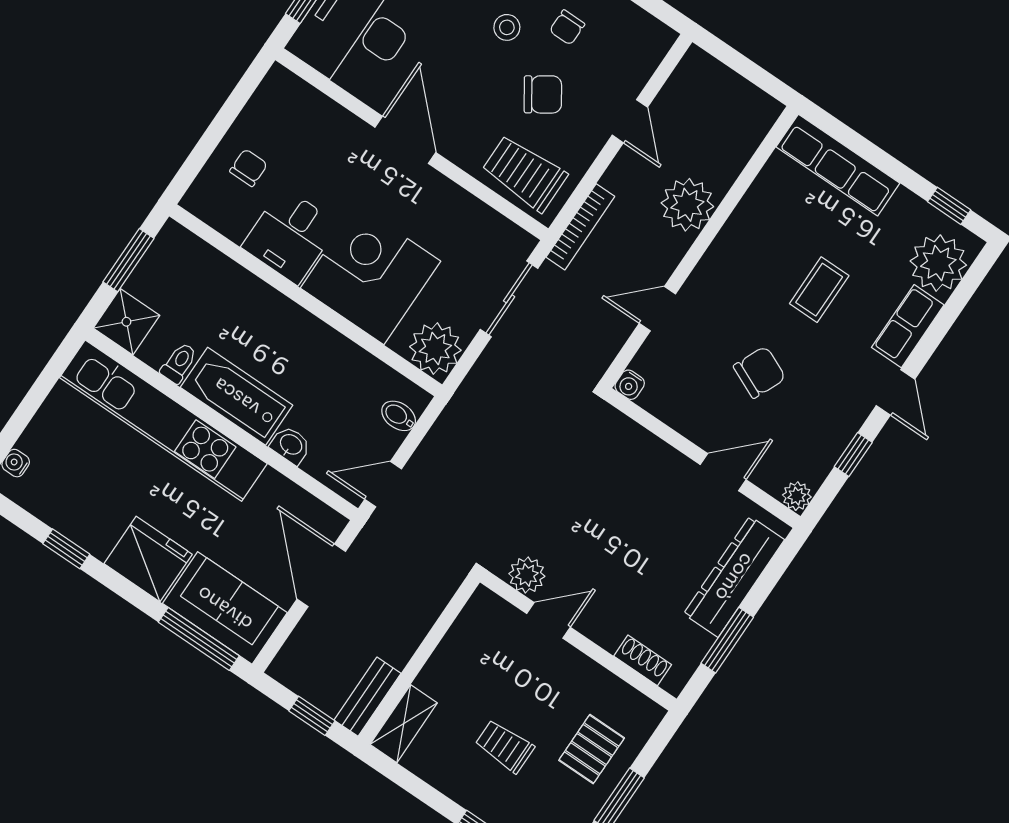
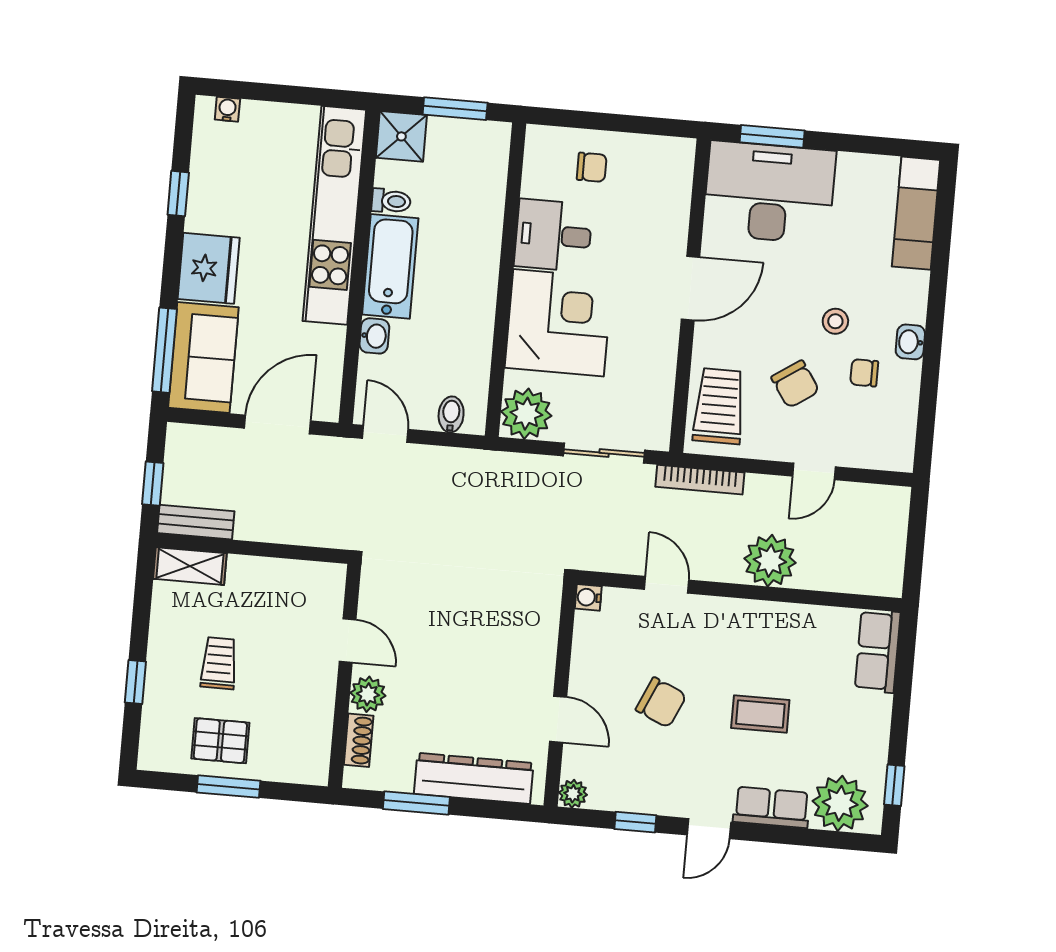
row of seats: (838, 165) -> (878, 651), width x0.68
plant: (527, 575) -> (368, 694), moved
pallet: (592, 749) -> (220, 741), moved

